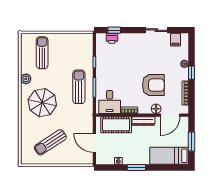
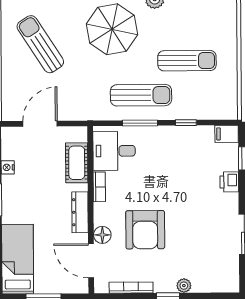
printer: (112, 38) -> (229, 182), moved
filing cabinet: (175, 40) -> (227, 134), moved
sun lounger: (42, 53) -> (187, 61), moved
cot: (116, 125) -> (77, 163), width x0.73, depth x0.75

